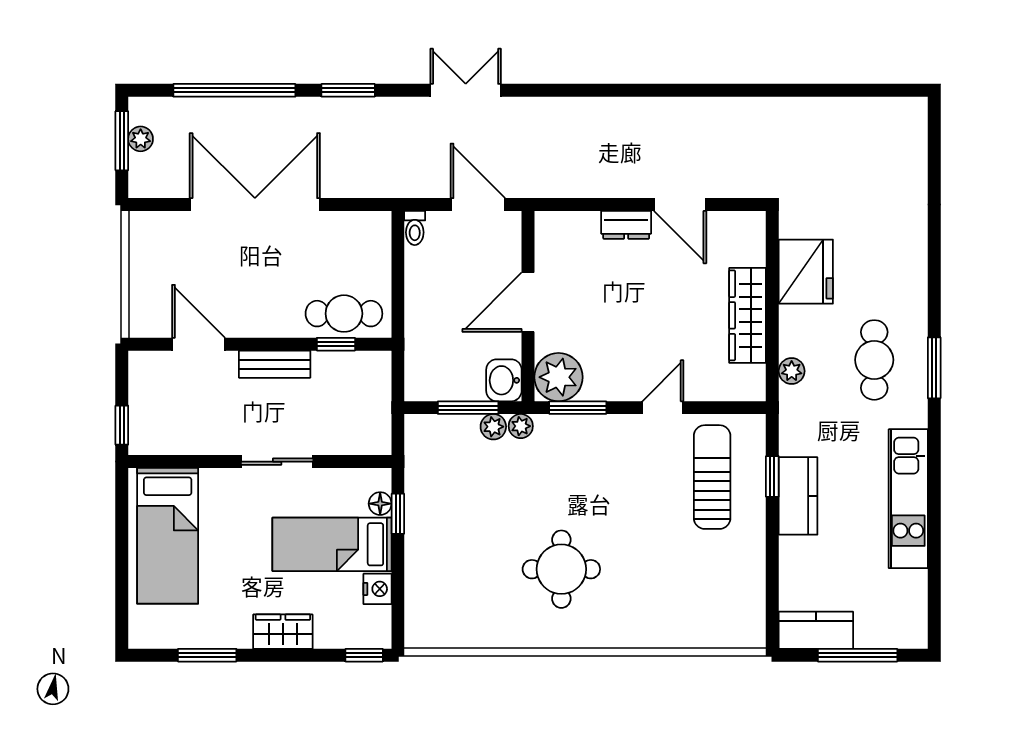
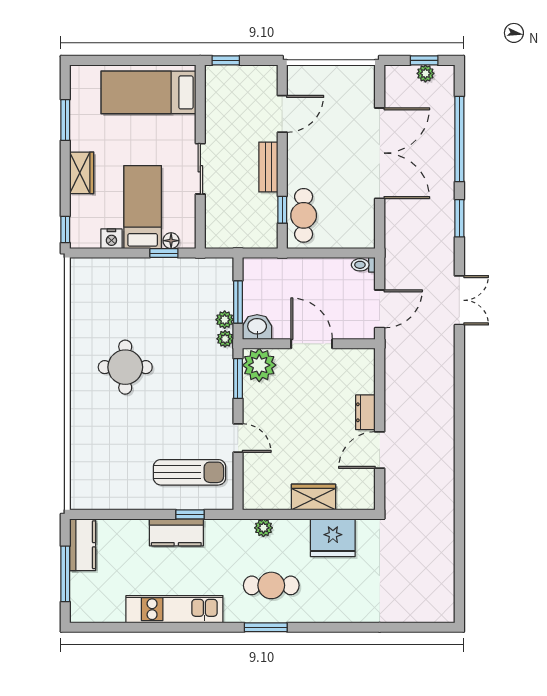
window: (122, 141) -> (424, 60), width x0.67
wardrobe: (748, 315) -> (313, 497), width x0.67

